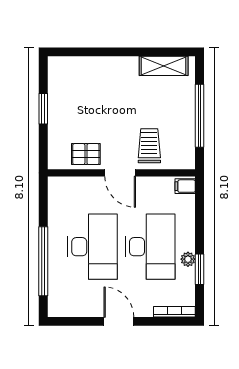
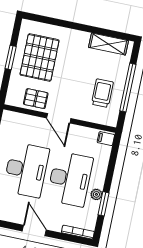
pallet: (80, 101) -> (40, 57), added
trolley: (149, 146) -> (102, 93), moved

